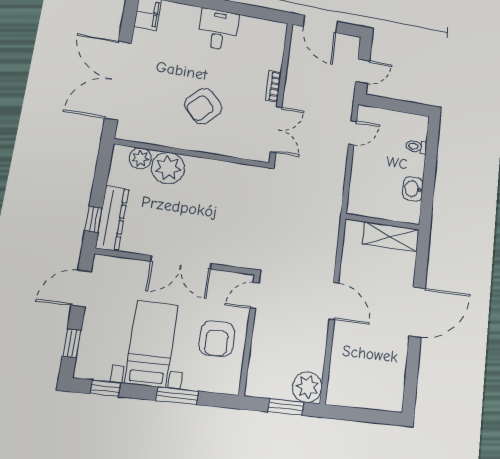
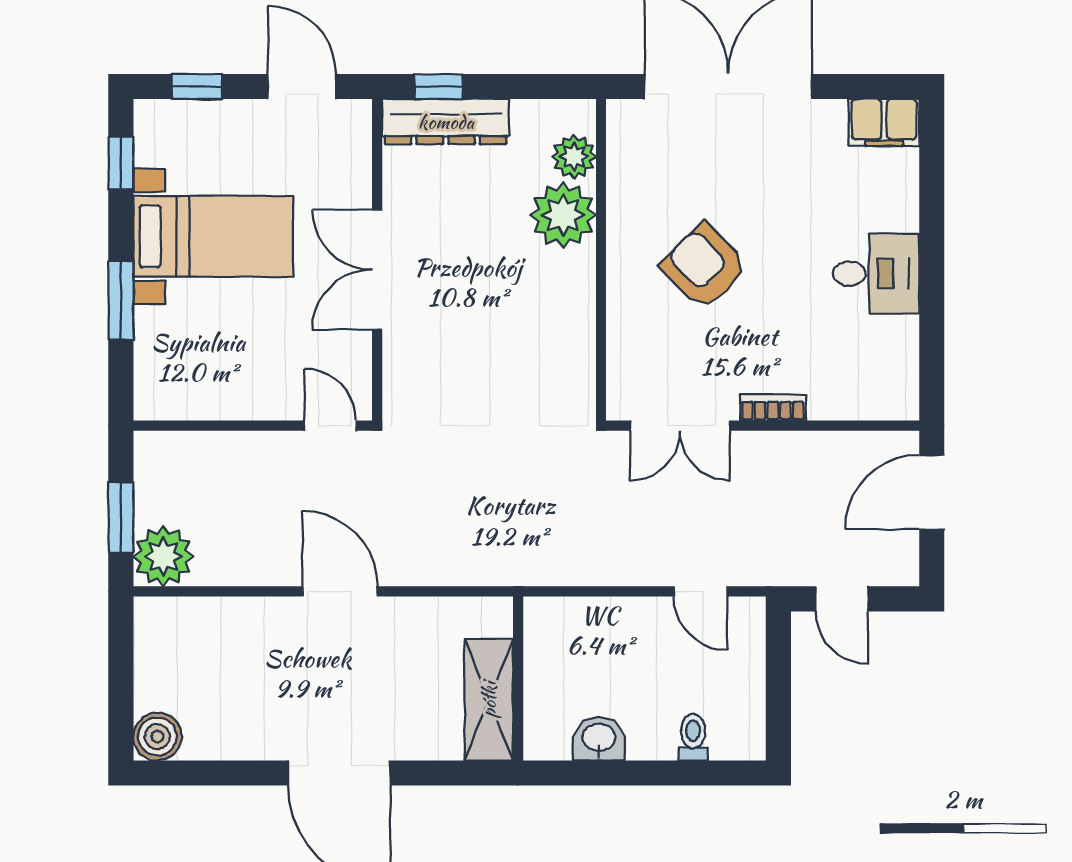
door: (334, 301) -> (340, 591), swing flipped
armchair: (217, 339) -> (237, 362), removed
boiler: (392, 399) -> (157, 737), added

